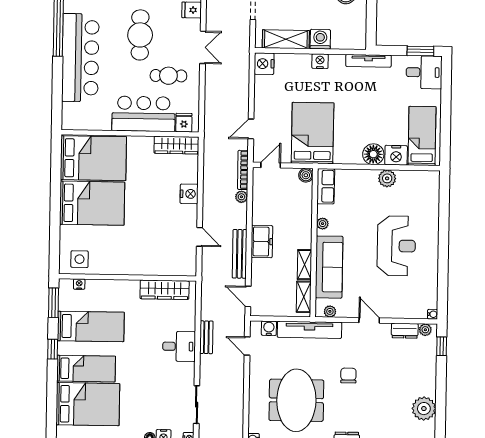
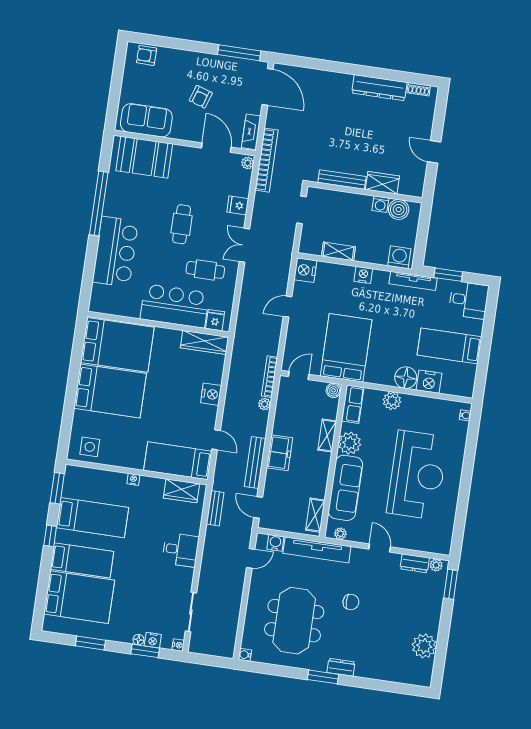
cafe table: (140, 35) -> (182, 224), width x0.73, depth x0.74
shelving: (286, 39) -> (339, 251), width x0.67, depth x0.75
washing machine: (320, 39) -> (399, 257), moved
double door: (203, 47) -> (244, 245), swing flipped
window: (420, 51) -> (448, 275), moved
bar counter: (80, 58) -> (115, 252), width x0.73
door: (251, 129) -> (287, 307), moved
bed: (422, 136) -> (450, 346), moved, turned -90
plant: (387, 178) -> (392, 401), moved
plant: (323, 224) -> (350, 443), width x1.88, depth x1.88
reception desk: (396, 246) -> (417, 475), width x1.36, depth x1.30
bed: (165, 262) -> (178, 461), added
shelving: (304, 265) -> (327, 435), moved
nightstand: (79, 284) -> (133, 479), moved
wardrobe: (165, 290) -> (181, 491), width x0.67
water cooler: (433, 314) -> (465, 415), moved
bench: (206, 337) -> (215, 508), moved
door: (247, 346) -> (251, 558), swing flipped
window: (442, 346) -> (451, 584), width x1.50
chair: (348, 376) -> (351, 602), turned 90

